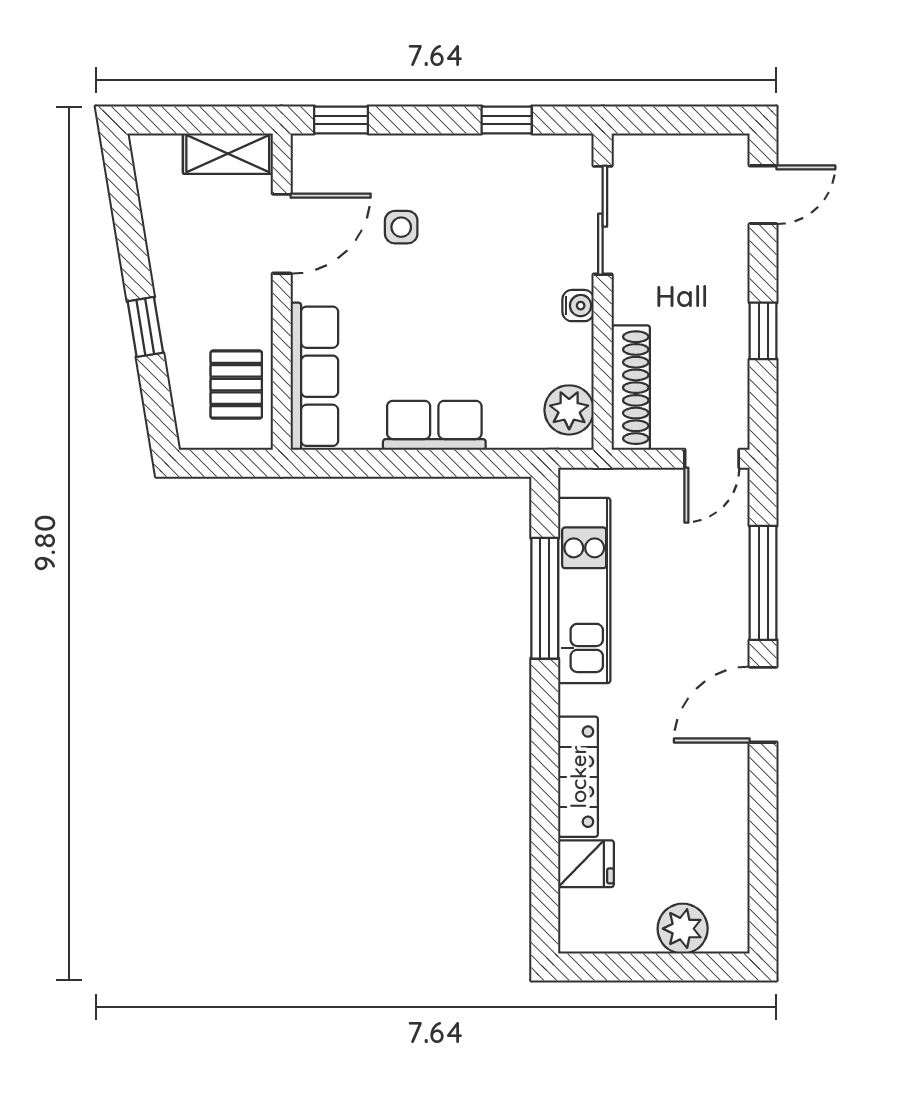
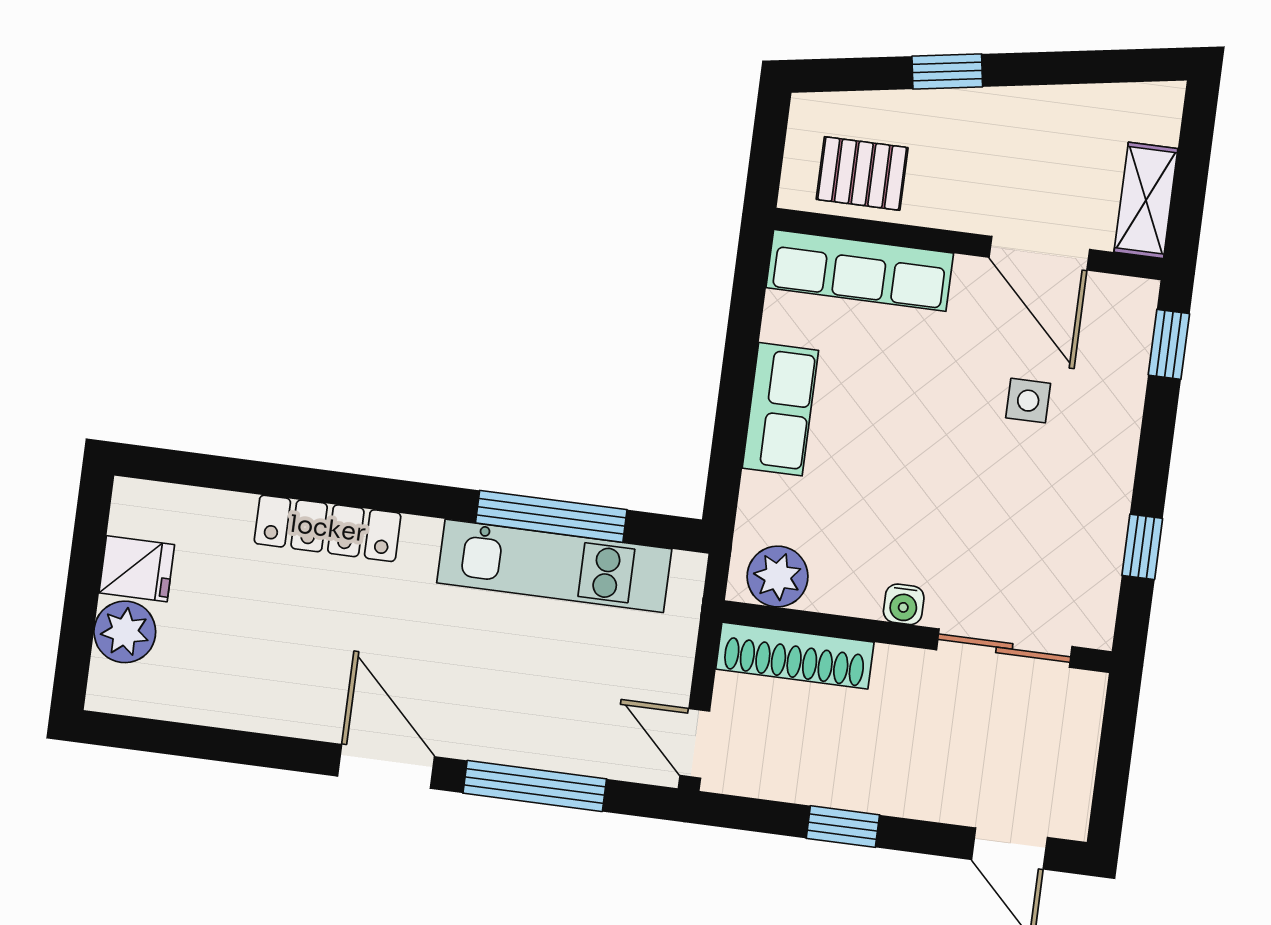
fridge: (586, 864) -> (137, 569), moved, turned -90

